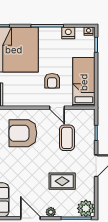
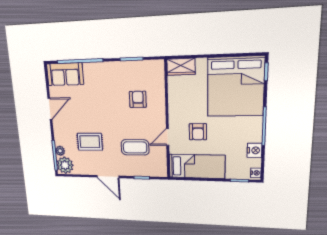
armchair: (52, 81) -> (198, 132), turned -90
armchair: (23, 133) -> (138, 99), width x0.53, depth x0.53
rug: (62, 181) -> (90, 142), turned 90
plant: (51, 212) -> (60, 151), moved

